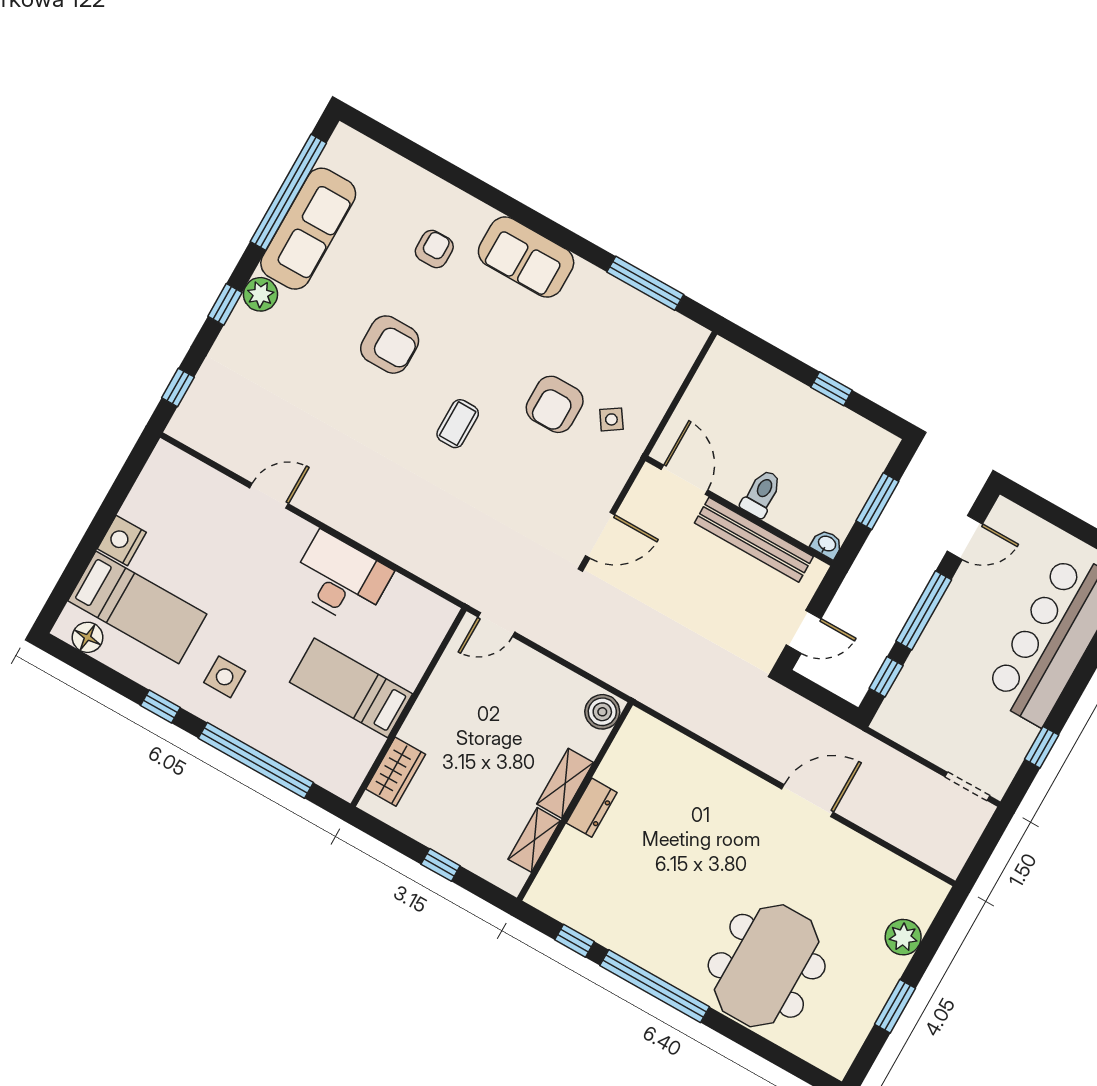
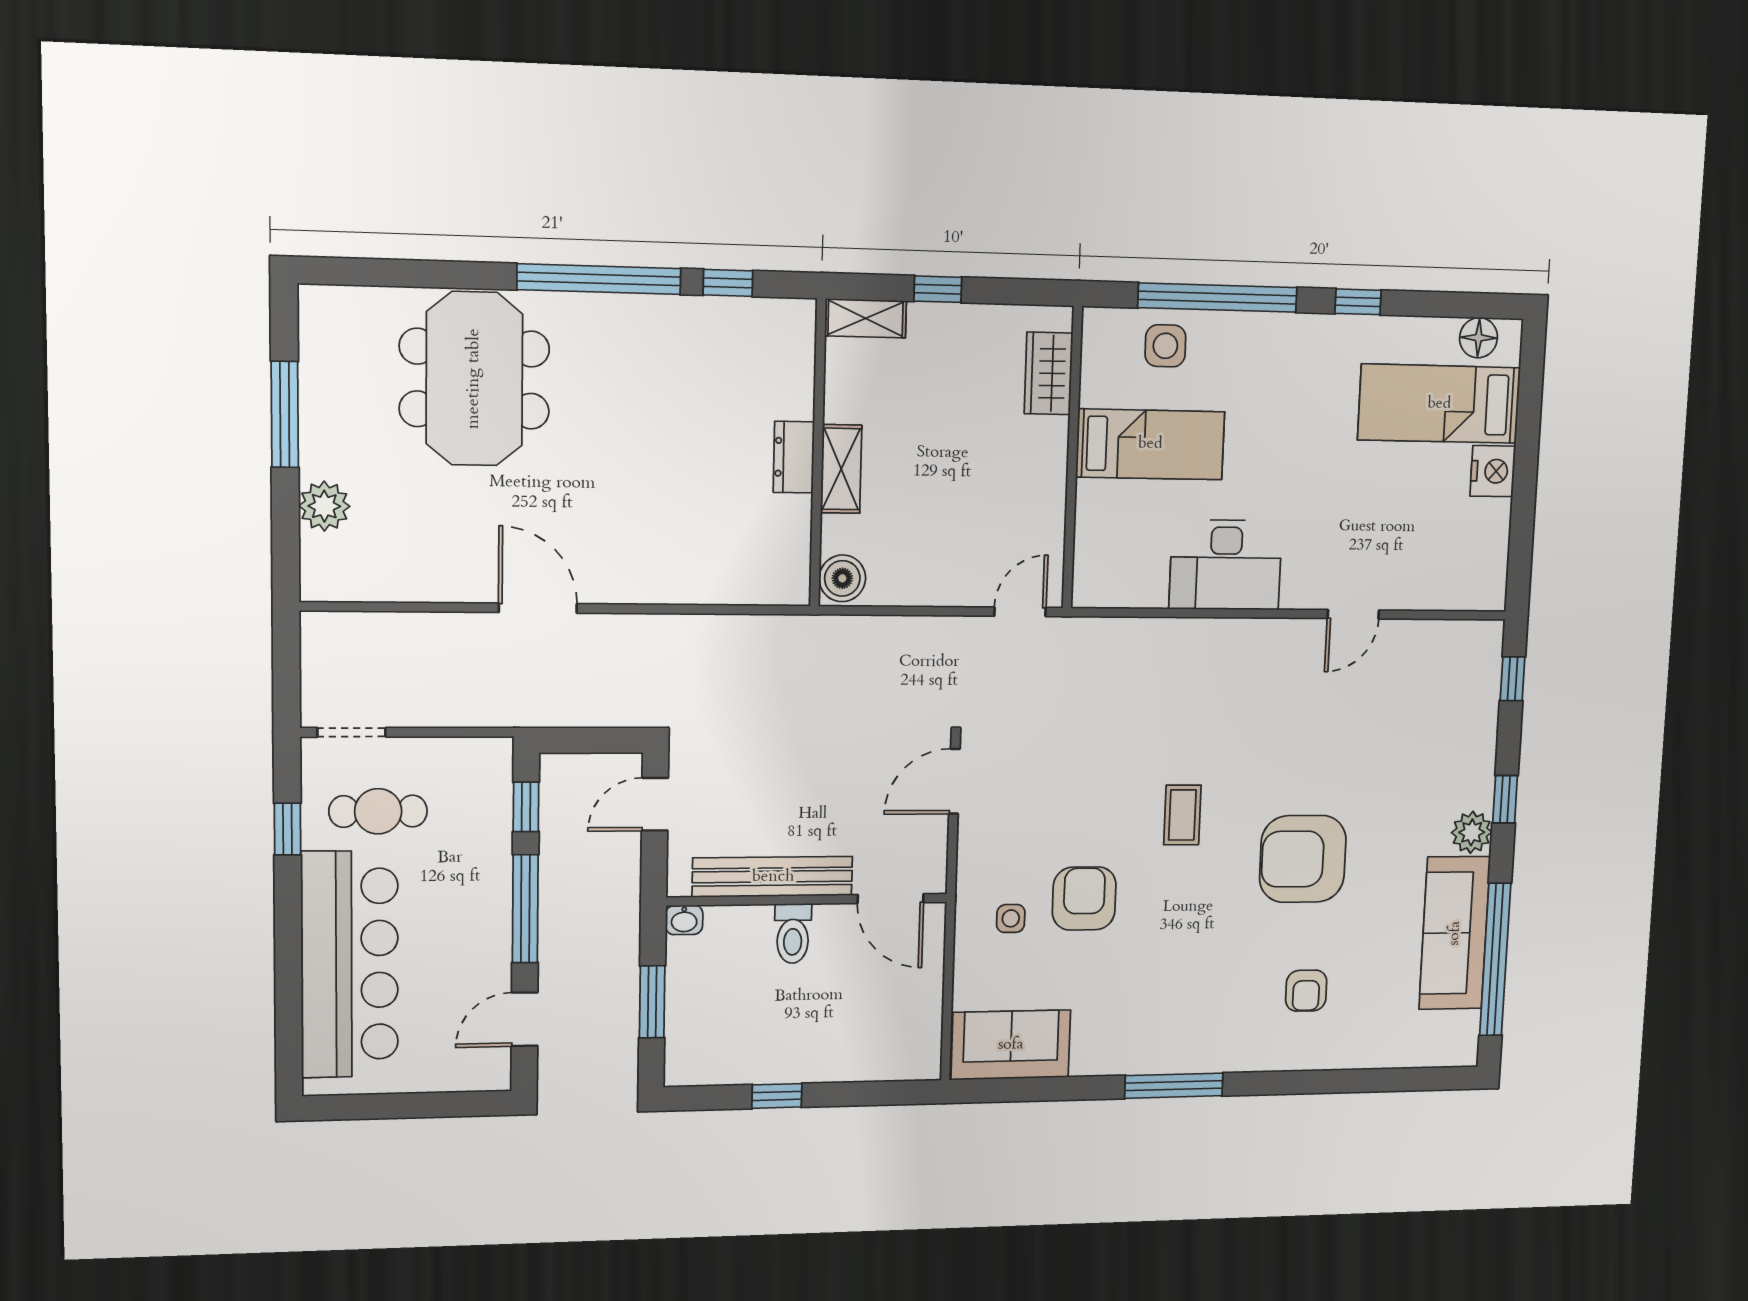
sofa: (526, 257) -> (1011, 1045), moved
window: (645, 283) -> (1174, 1086), moved
armchair: (390, 345) -> (1303, 859), width x1.36, depth x1.36
side table: (611, 419) -> (1011, 918), turned 34
side table: (225, 677) -> (1165, 346), moved
cafe table: (980, 727) -> (378, 811), added
door: (807, 801) -> (538, 608), swing flipped
shelving: (534, 840) -> (866, 318), moved, turned 90
window: (895, 1006) -> (285, 414), width x1.44

